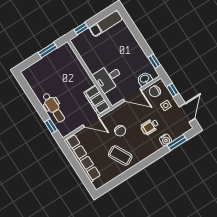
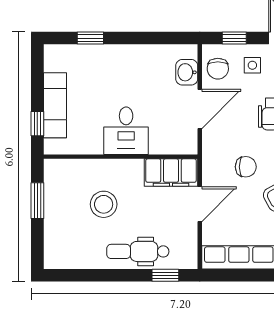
exam couch: (106, 24) -> (55, 105), moved
window: (154, 61) -> (90, 38), moved
desk: (108, 78) -> (126, 131), moved
stool: (64, 80) -> (104, 204), added
dental chair: (54, 108) -> (138, 251), turned 180

